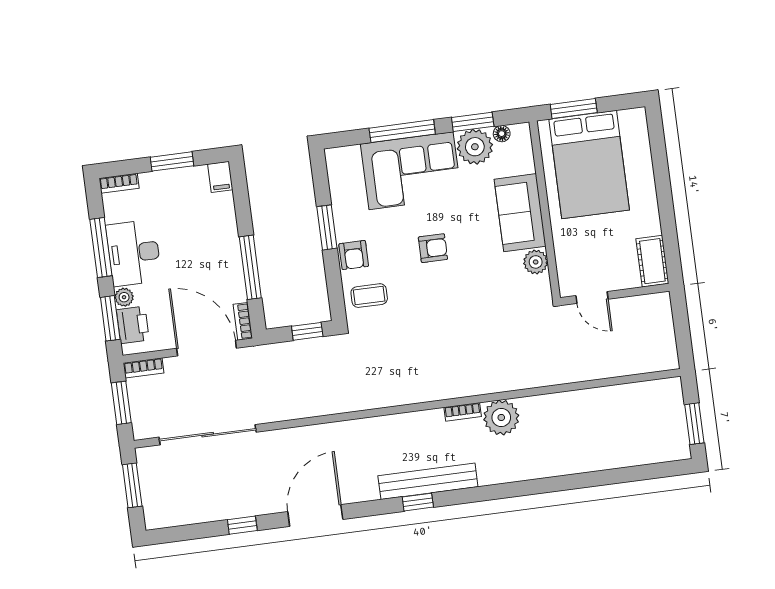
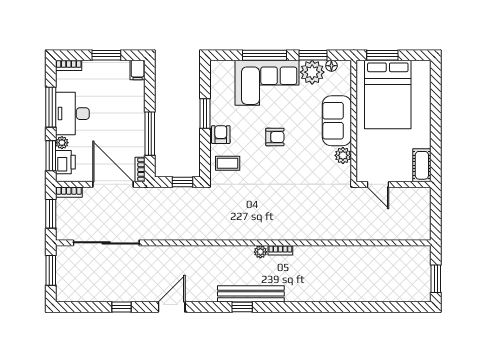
armchair: (354, 255) -> (221, 135), turned 180
plant: (501, 417) -> (260, 252), moved, width x0.53, depth x0.53
door: (315, 516) -> (172, 307), width x0.73

